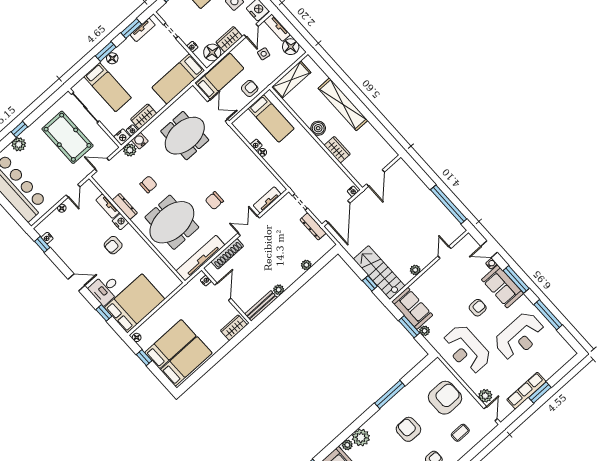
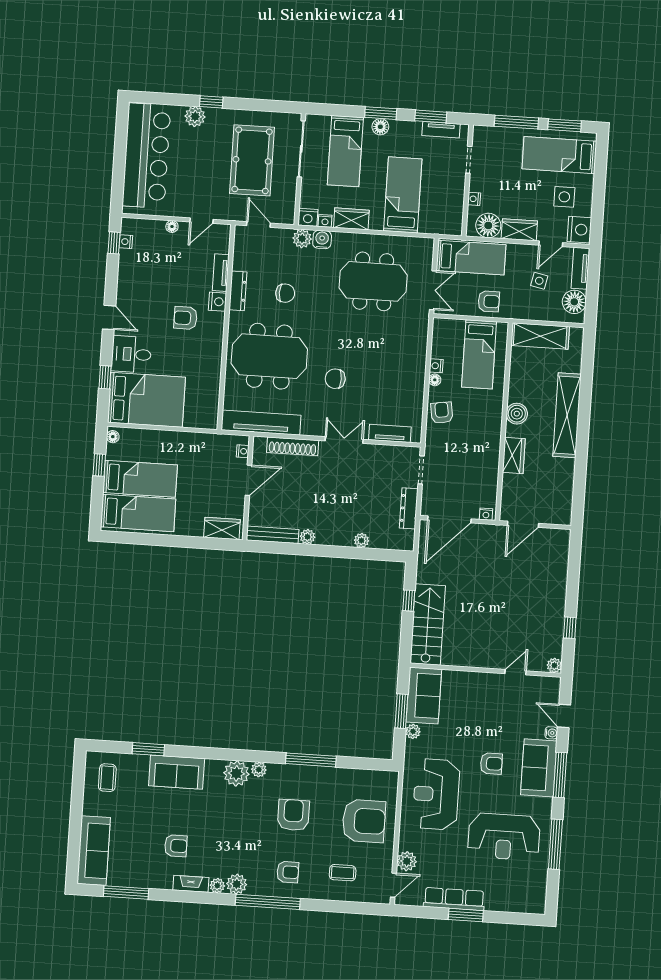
bed: (178, 79) -> (403, 195), moved, turned 90
armchair: (282, 165) -> (442, 413), added
window: (449, 204) -> (570, 628), width x0.32
plant: (415, 270) -> (554, 665), moved
window: (370, 283) -> (409, 601), moved
plant: (347, 445) -> (259, 770), moved

